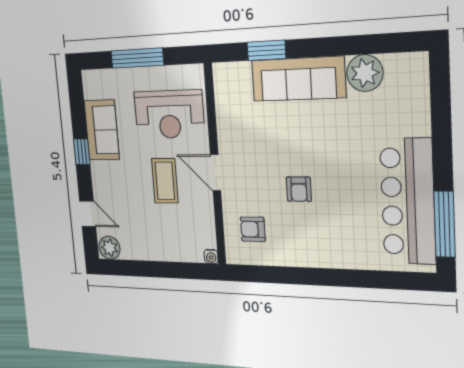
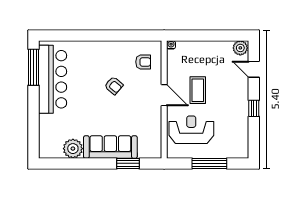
sofa: (102, 130) -> (238, 121), removed
armchair: (299, 189) -> (114, 86), turned 130

